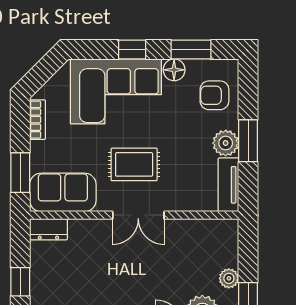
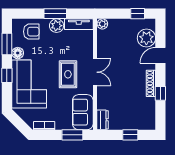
armchair: (214, 95) -> (31, 32), turned -90
plant: (229, 278) -> (102, 24), moved

